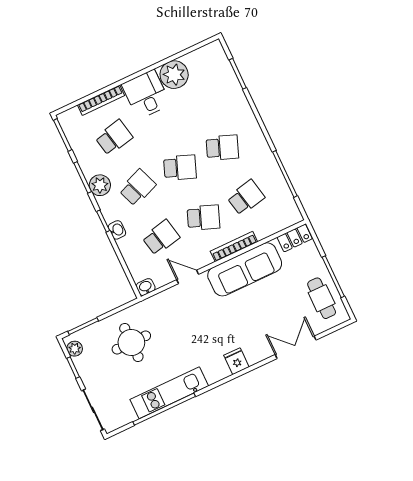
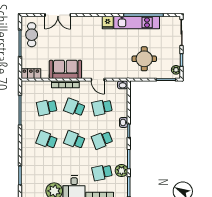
plant: (100, 185) -> (122, 171), moved
sofa: (245, 269) -> (65, 69), width x0.73
fridge: (236, 361) -> (108, 22), moved

